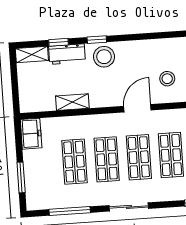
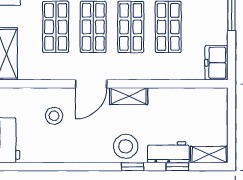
shelving: (72, 102) -> (129, 96), moved

